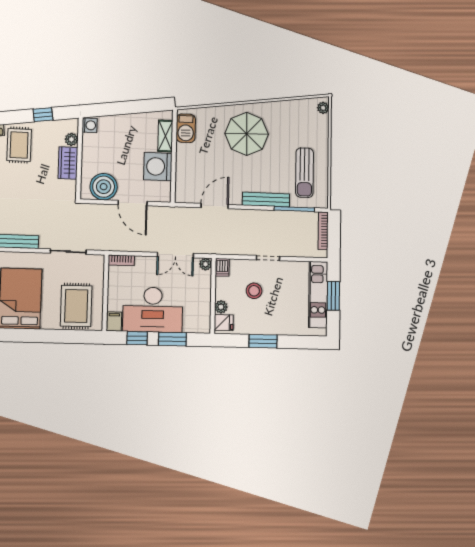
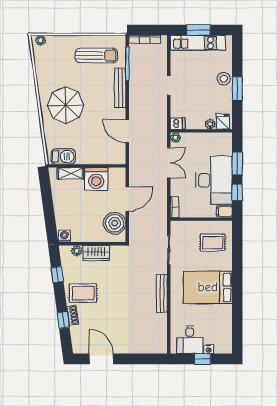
stool: (254, 291) -> (224, 79), moved
rug: (76, 306) -> (213, 242), width x0.73, depth x0.70

